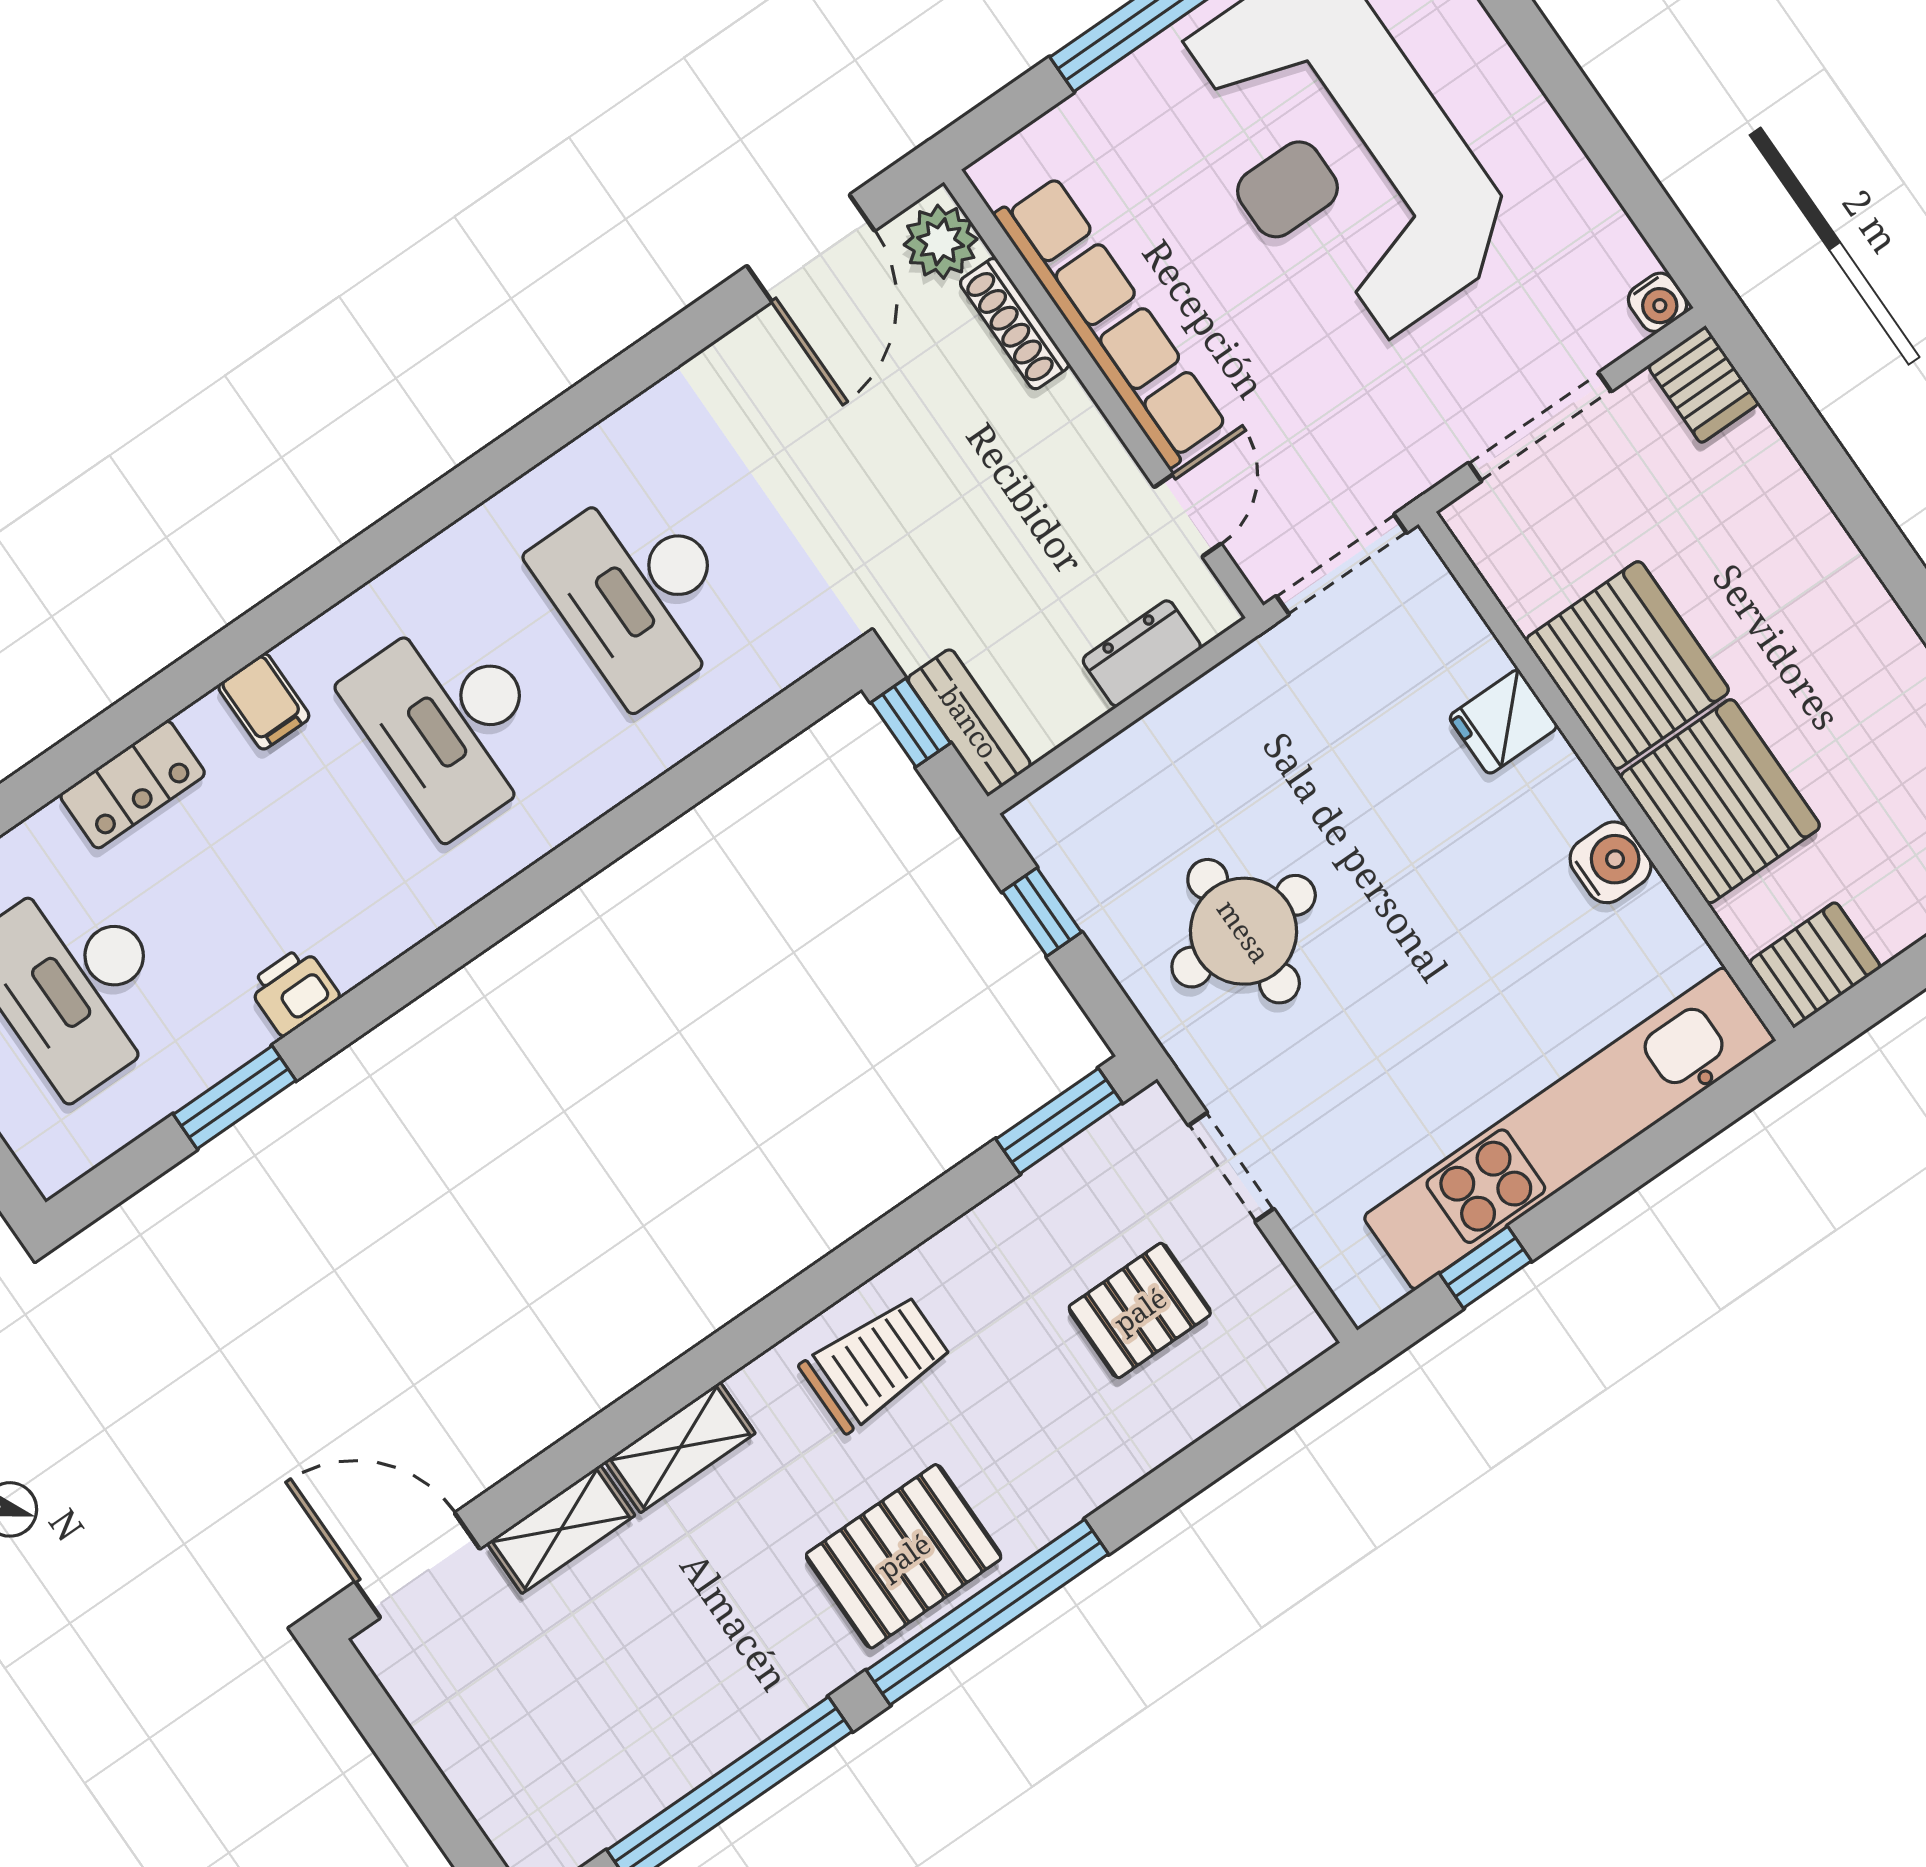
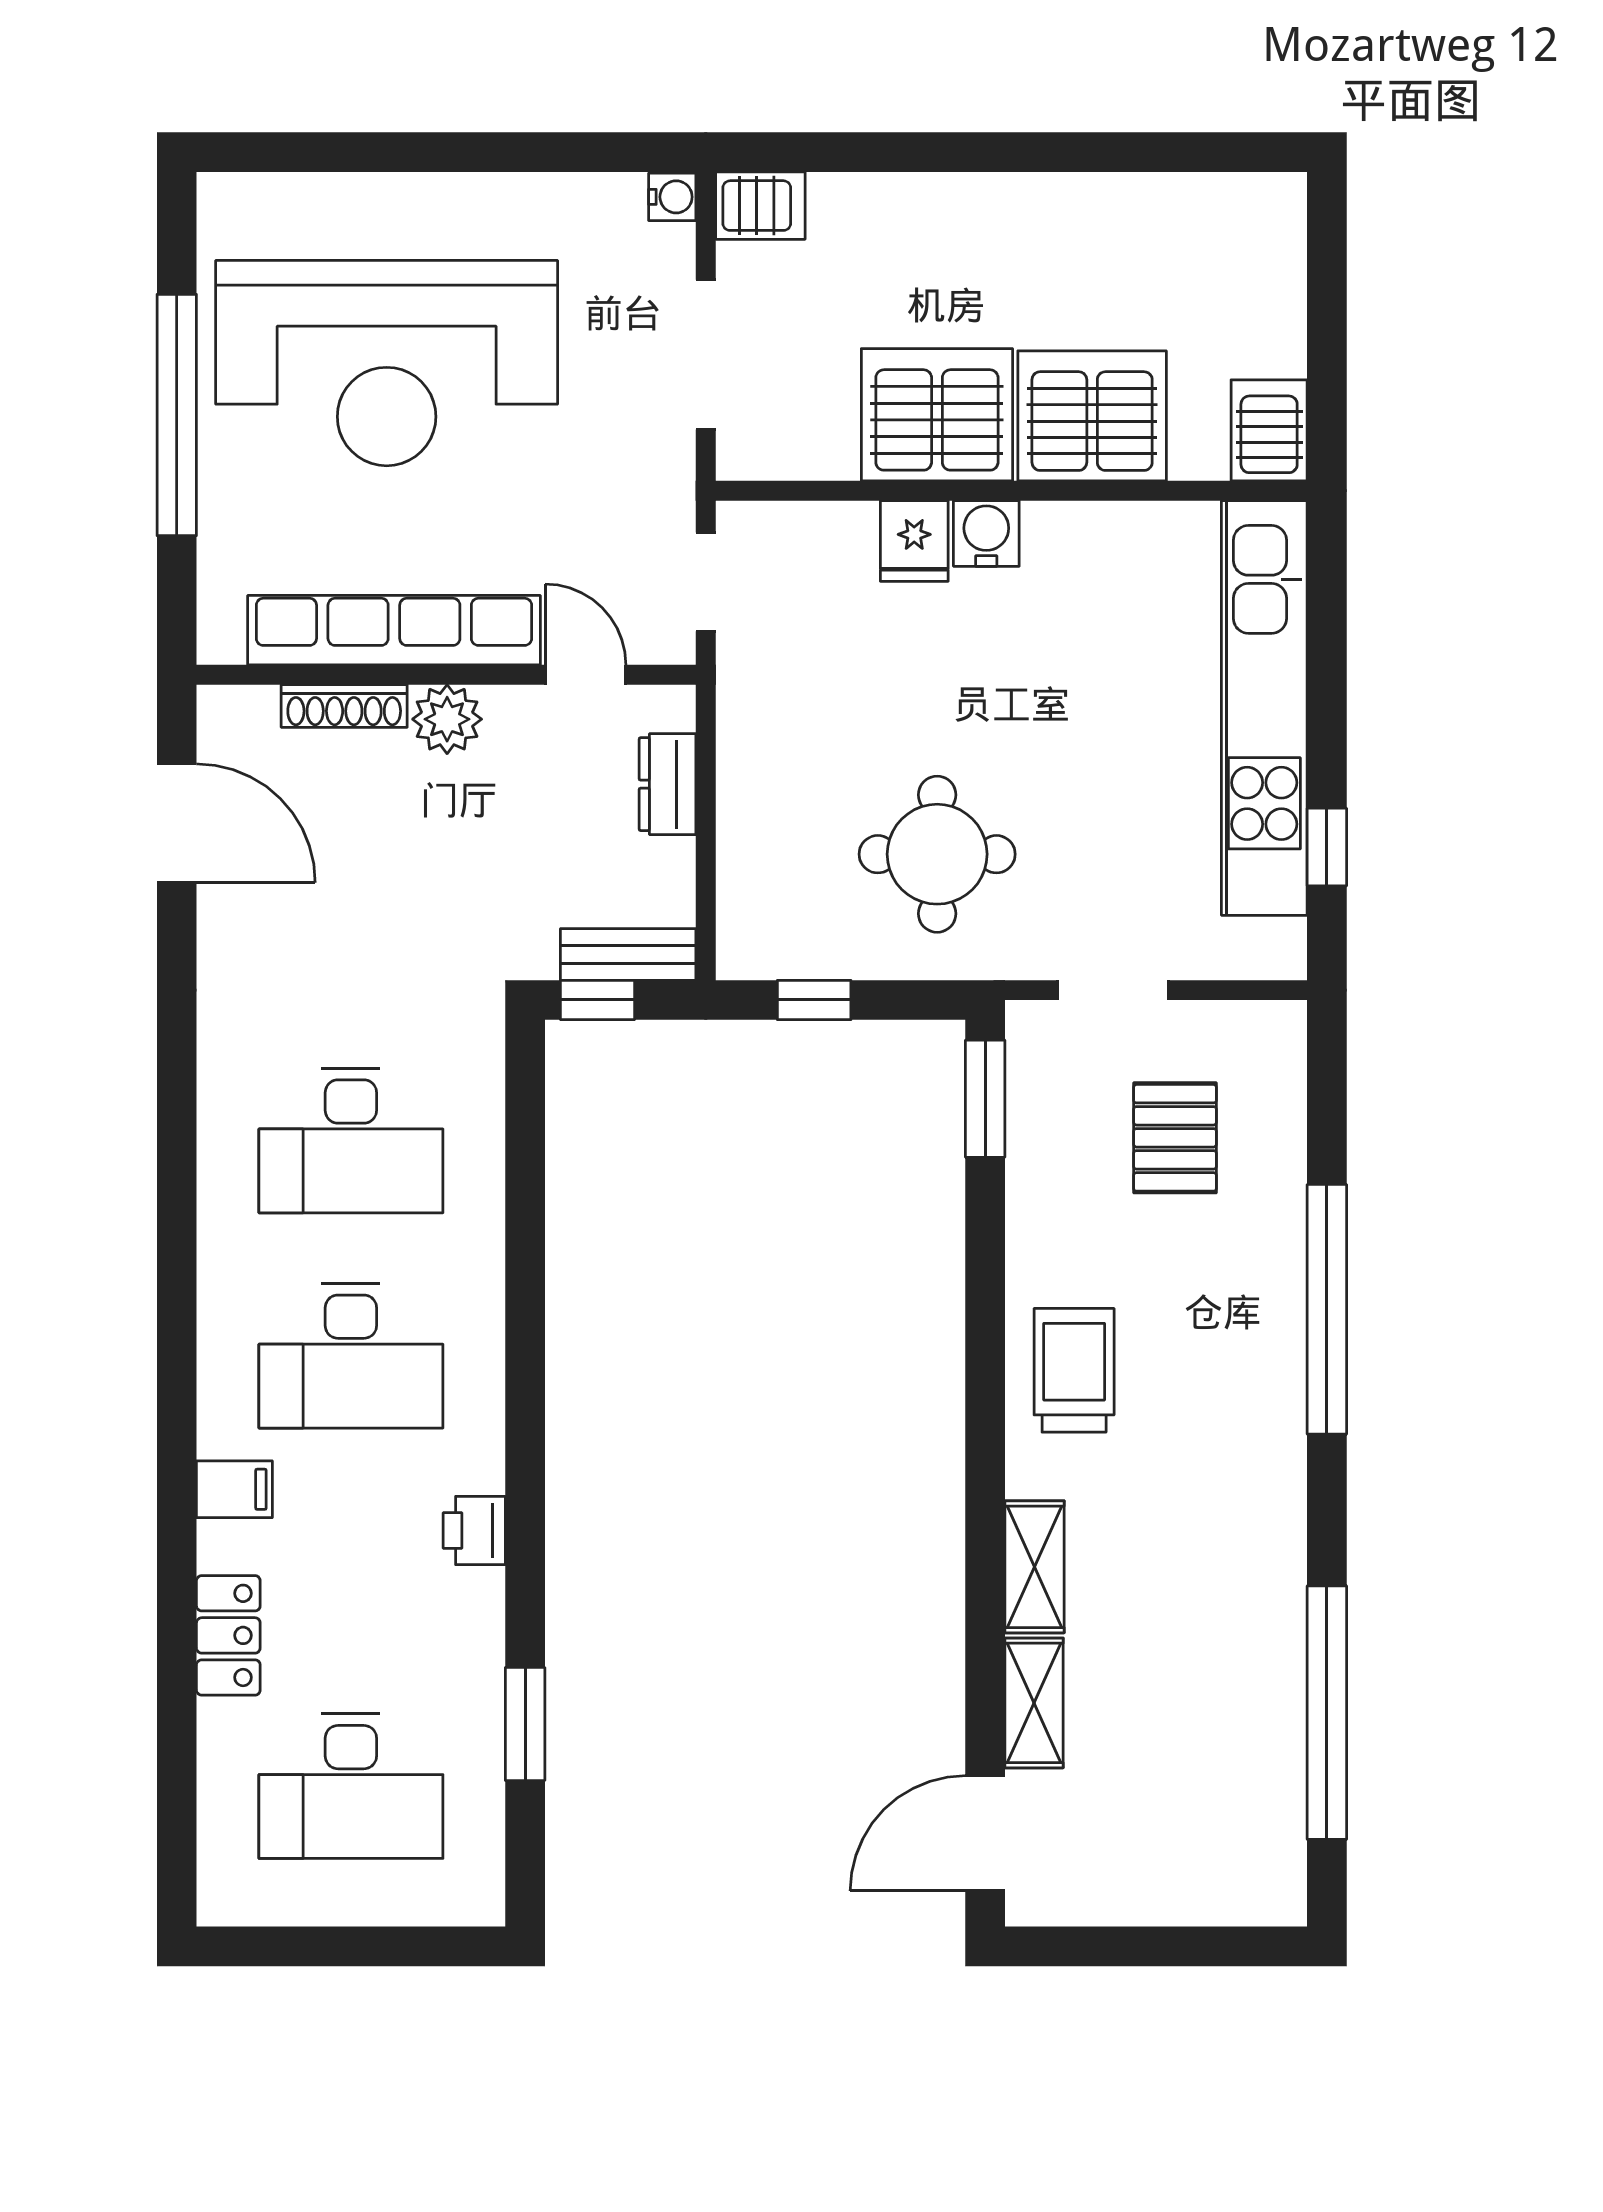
plant: (941, 242) -> (447, 719), moved
doorway: (1342, 564) -> (706, 582), width x0.73
water cooler: (1610, 862) -> (986, 533), moved
printer: (293, 991) -> (474, 1530), moved
pallet: (904, 1556) -> (1239, 1452), removed
window: (987, 1612) -> (1327, 1309), moved

